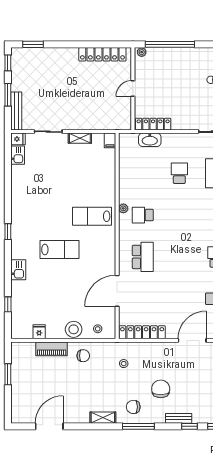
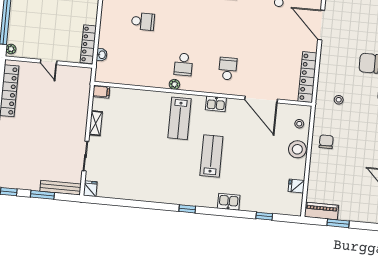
washbasin: (150, 140) -> (102, 55), width x0.52, depth x0.69
kitchen sink: (18, 155) -> (216, 104), moved, turned 180
school desk: (179, 173) -> (143, 21), turned 180
school desk: (143, 257) -> (228, 69), width x0.54
piano: (52, 349) -> (321, 211), moved, turned -90

